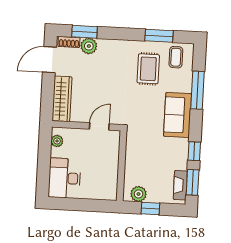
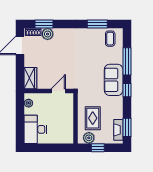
rug: (148, 69) -> (93, 118), moved
wardrobe: (62, 99) -> (30, 78), width x0.67
window: (194, 151) -> (127, 90), moved

